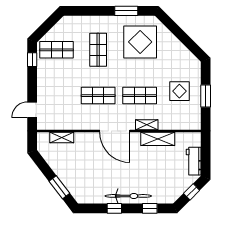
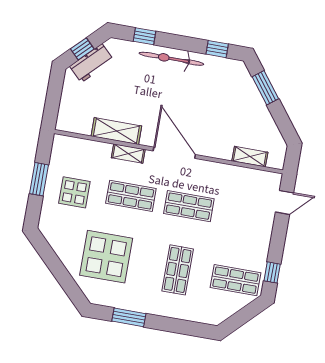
display table: (140, 42) -> (106, 257), moved
workbench: (194, 161) -> (92, 63), moved, turned 45
window: (114, 208) -> (217, 49), moved

